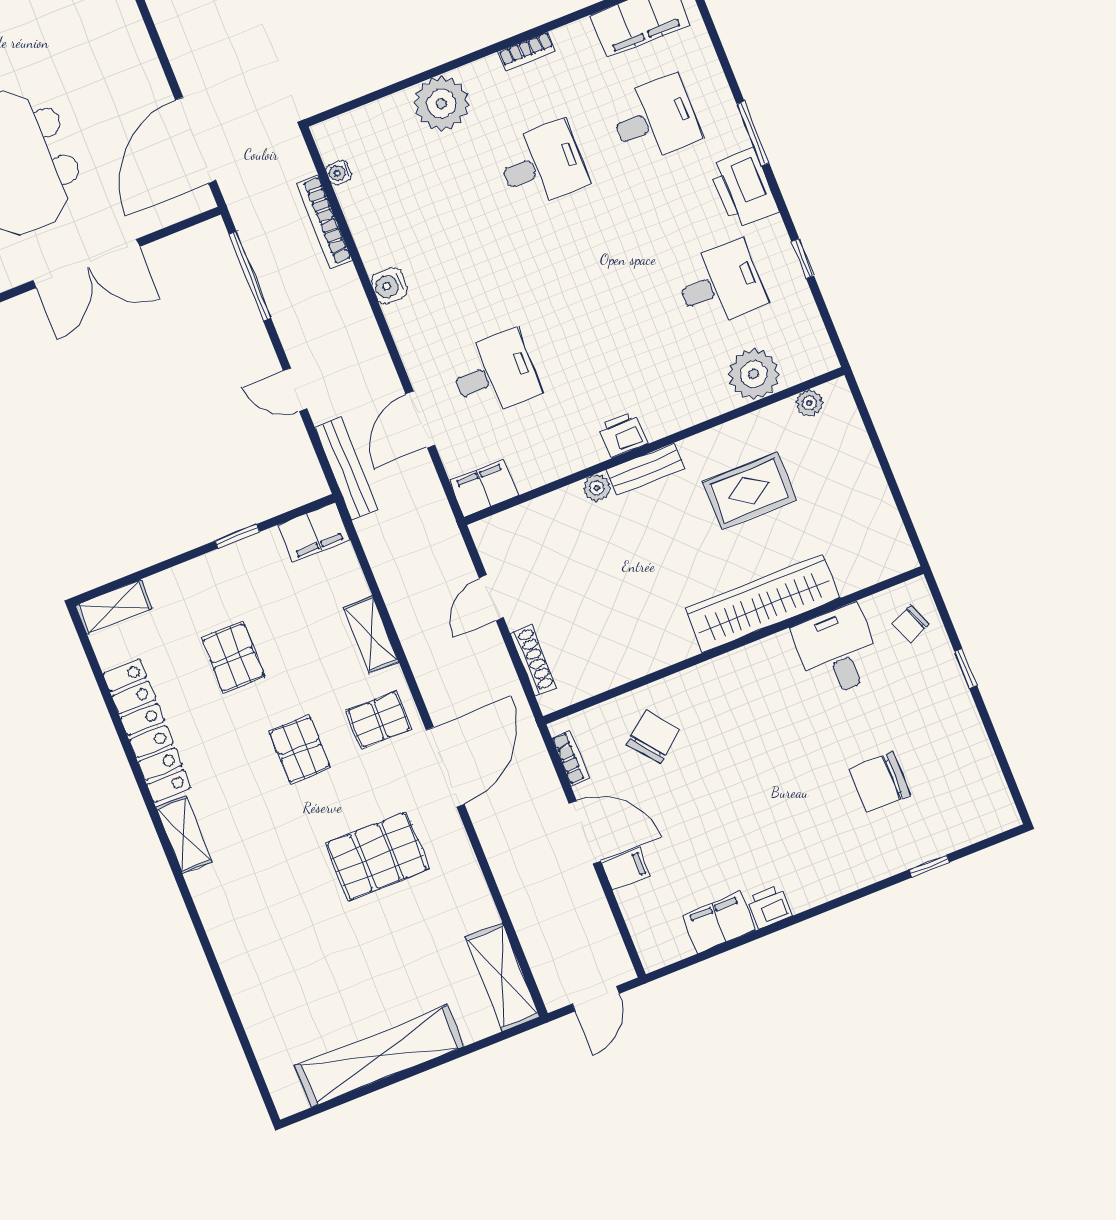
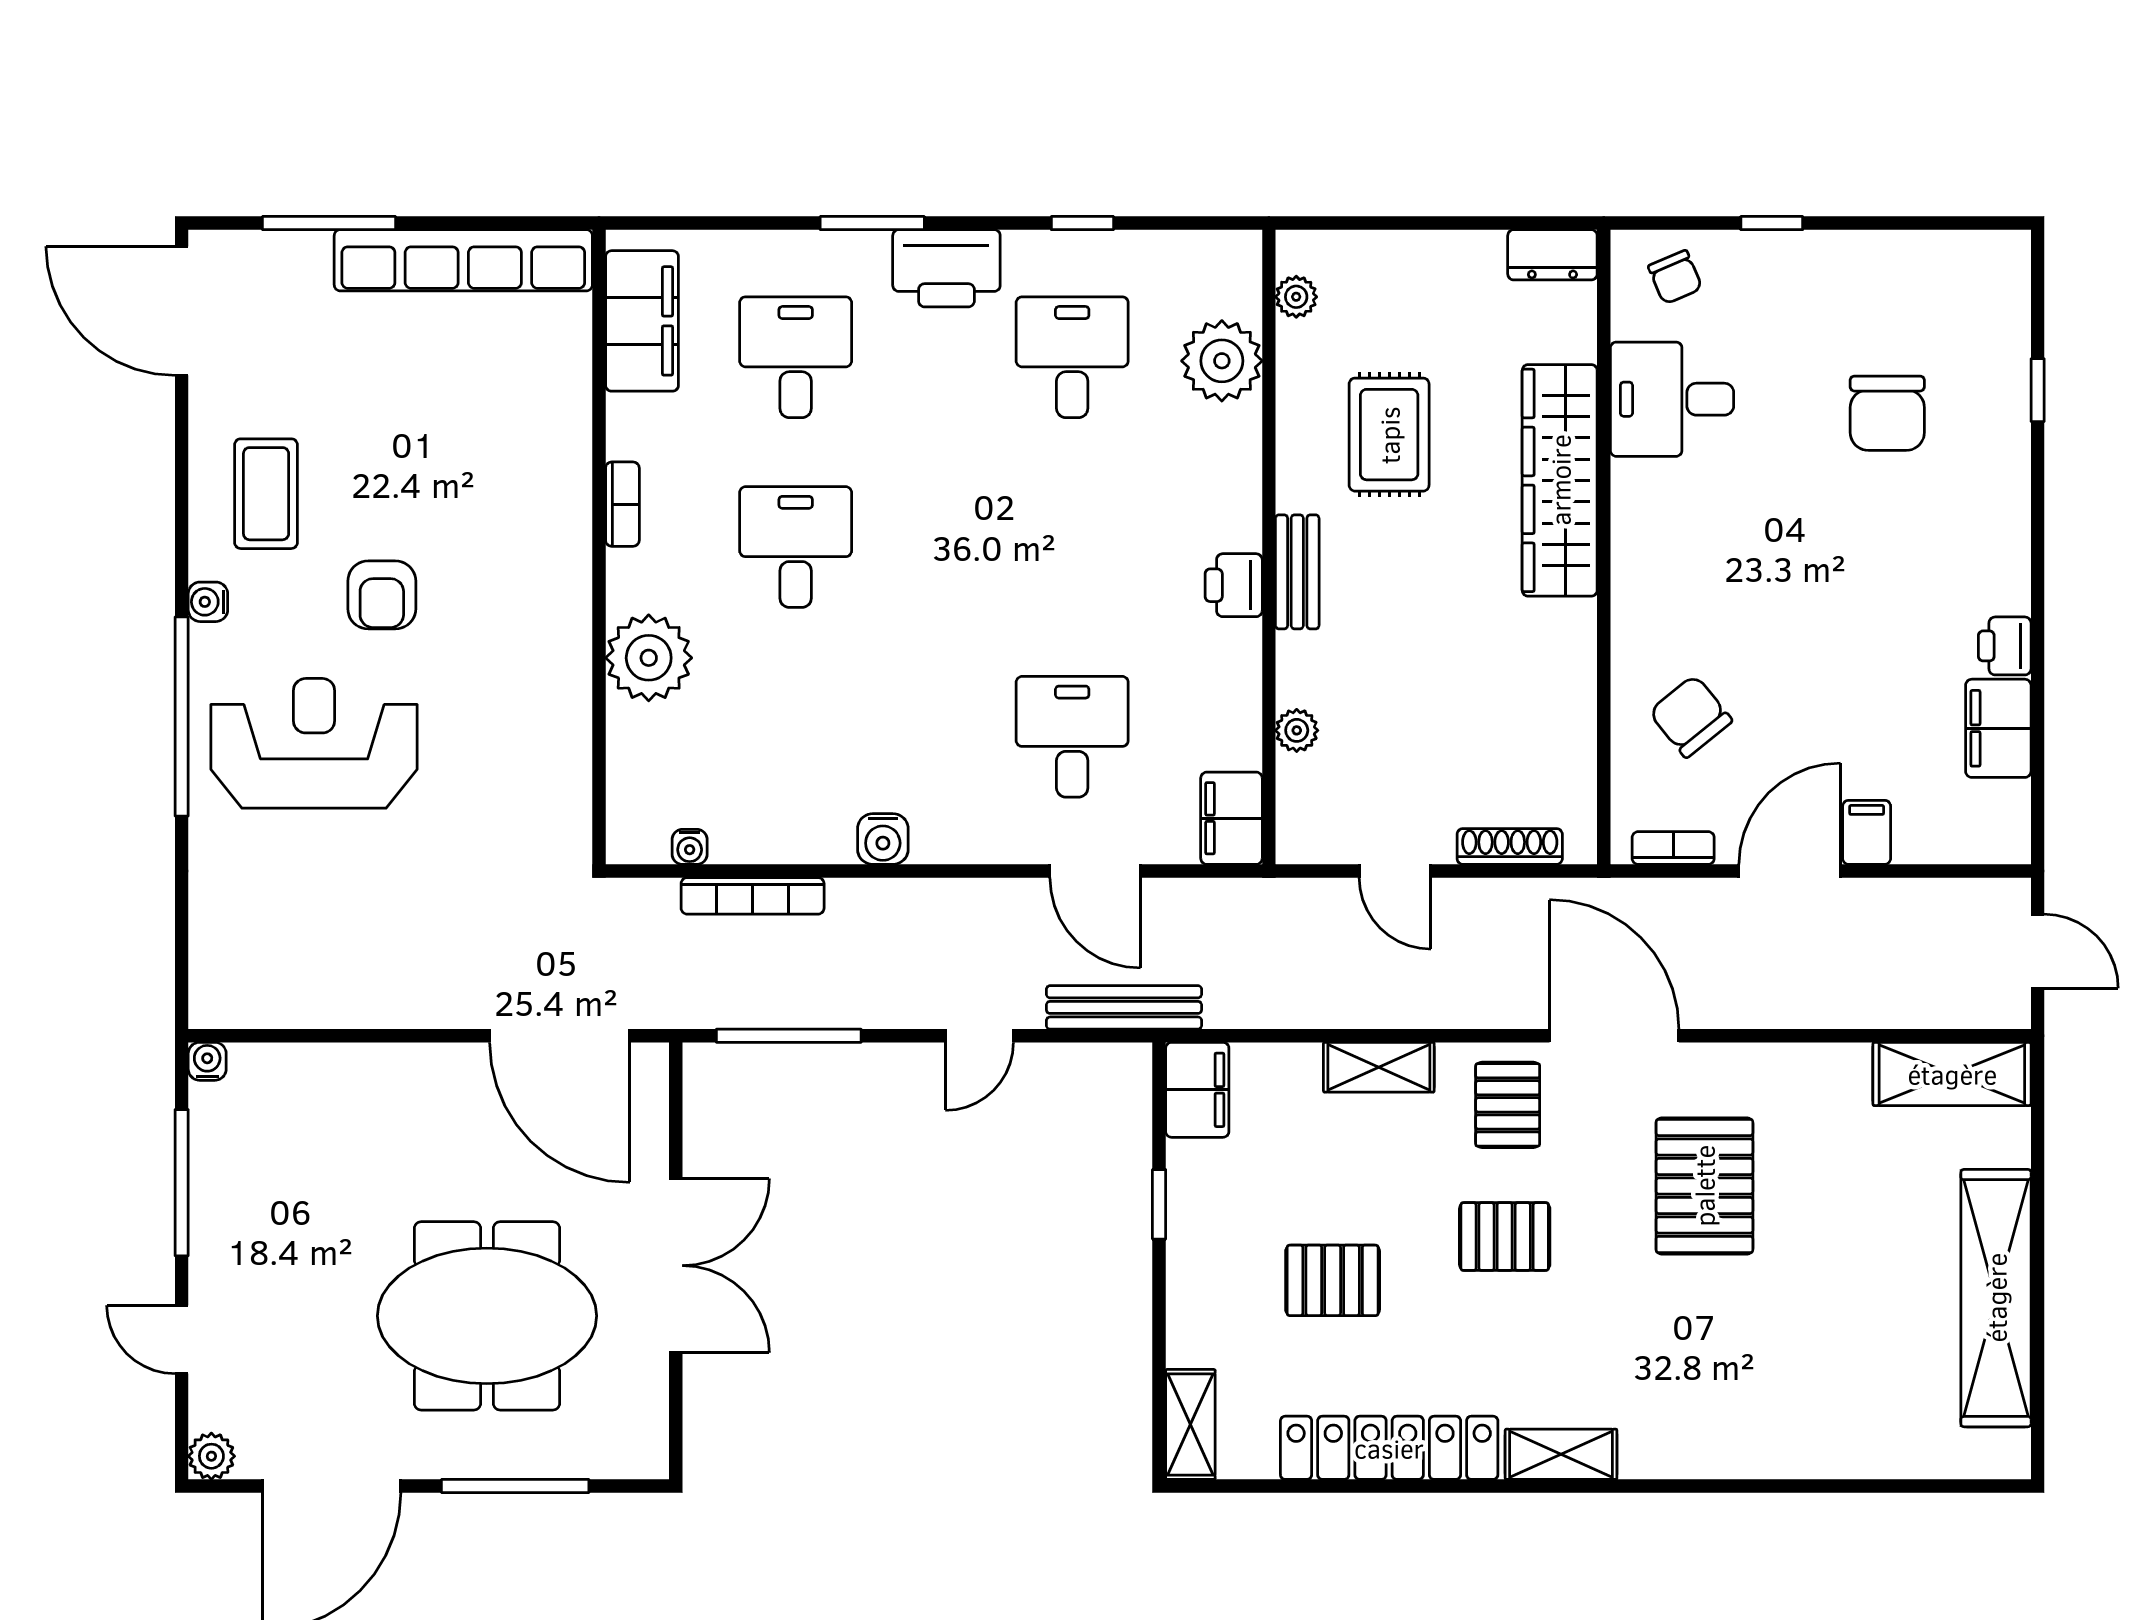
plant: (597, 488) -> (1297, 730), moved
dresser: (895, 546) -> (1552, 255), added

